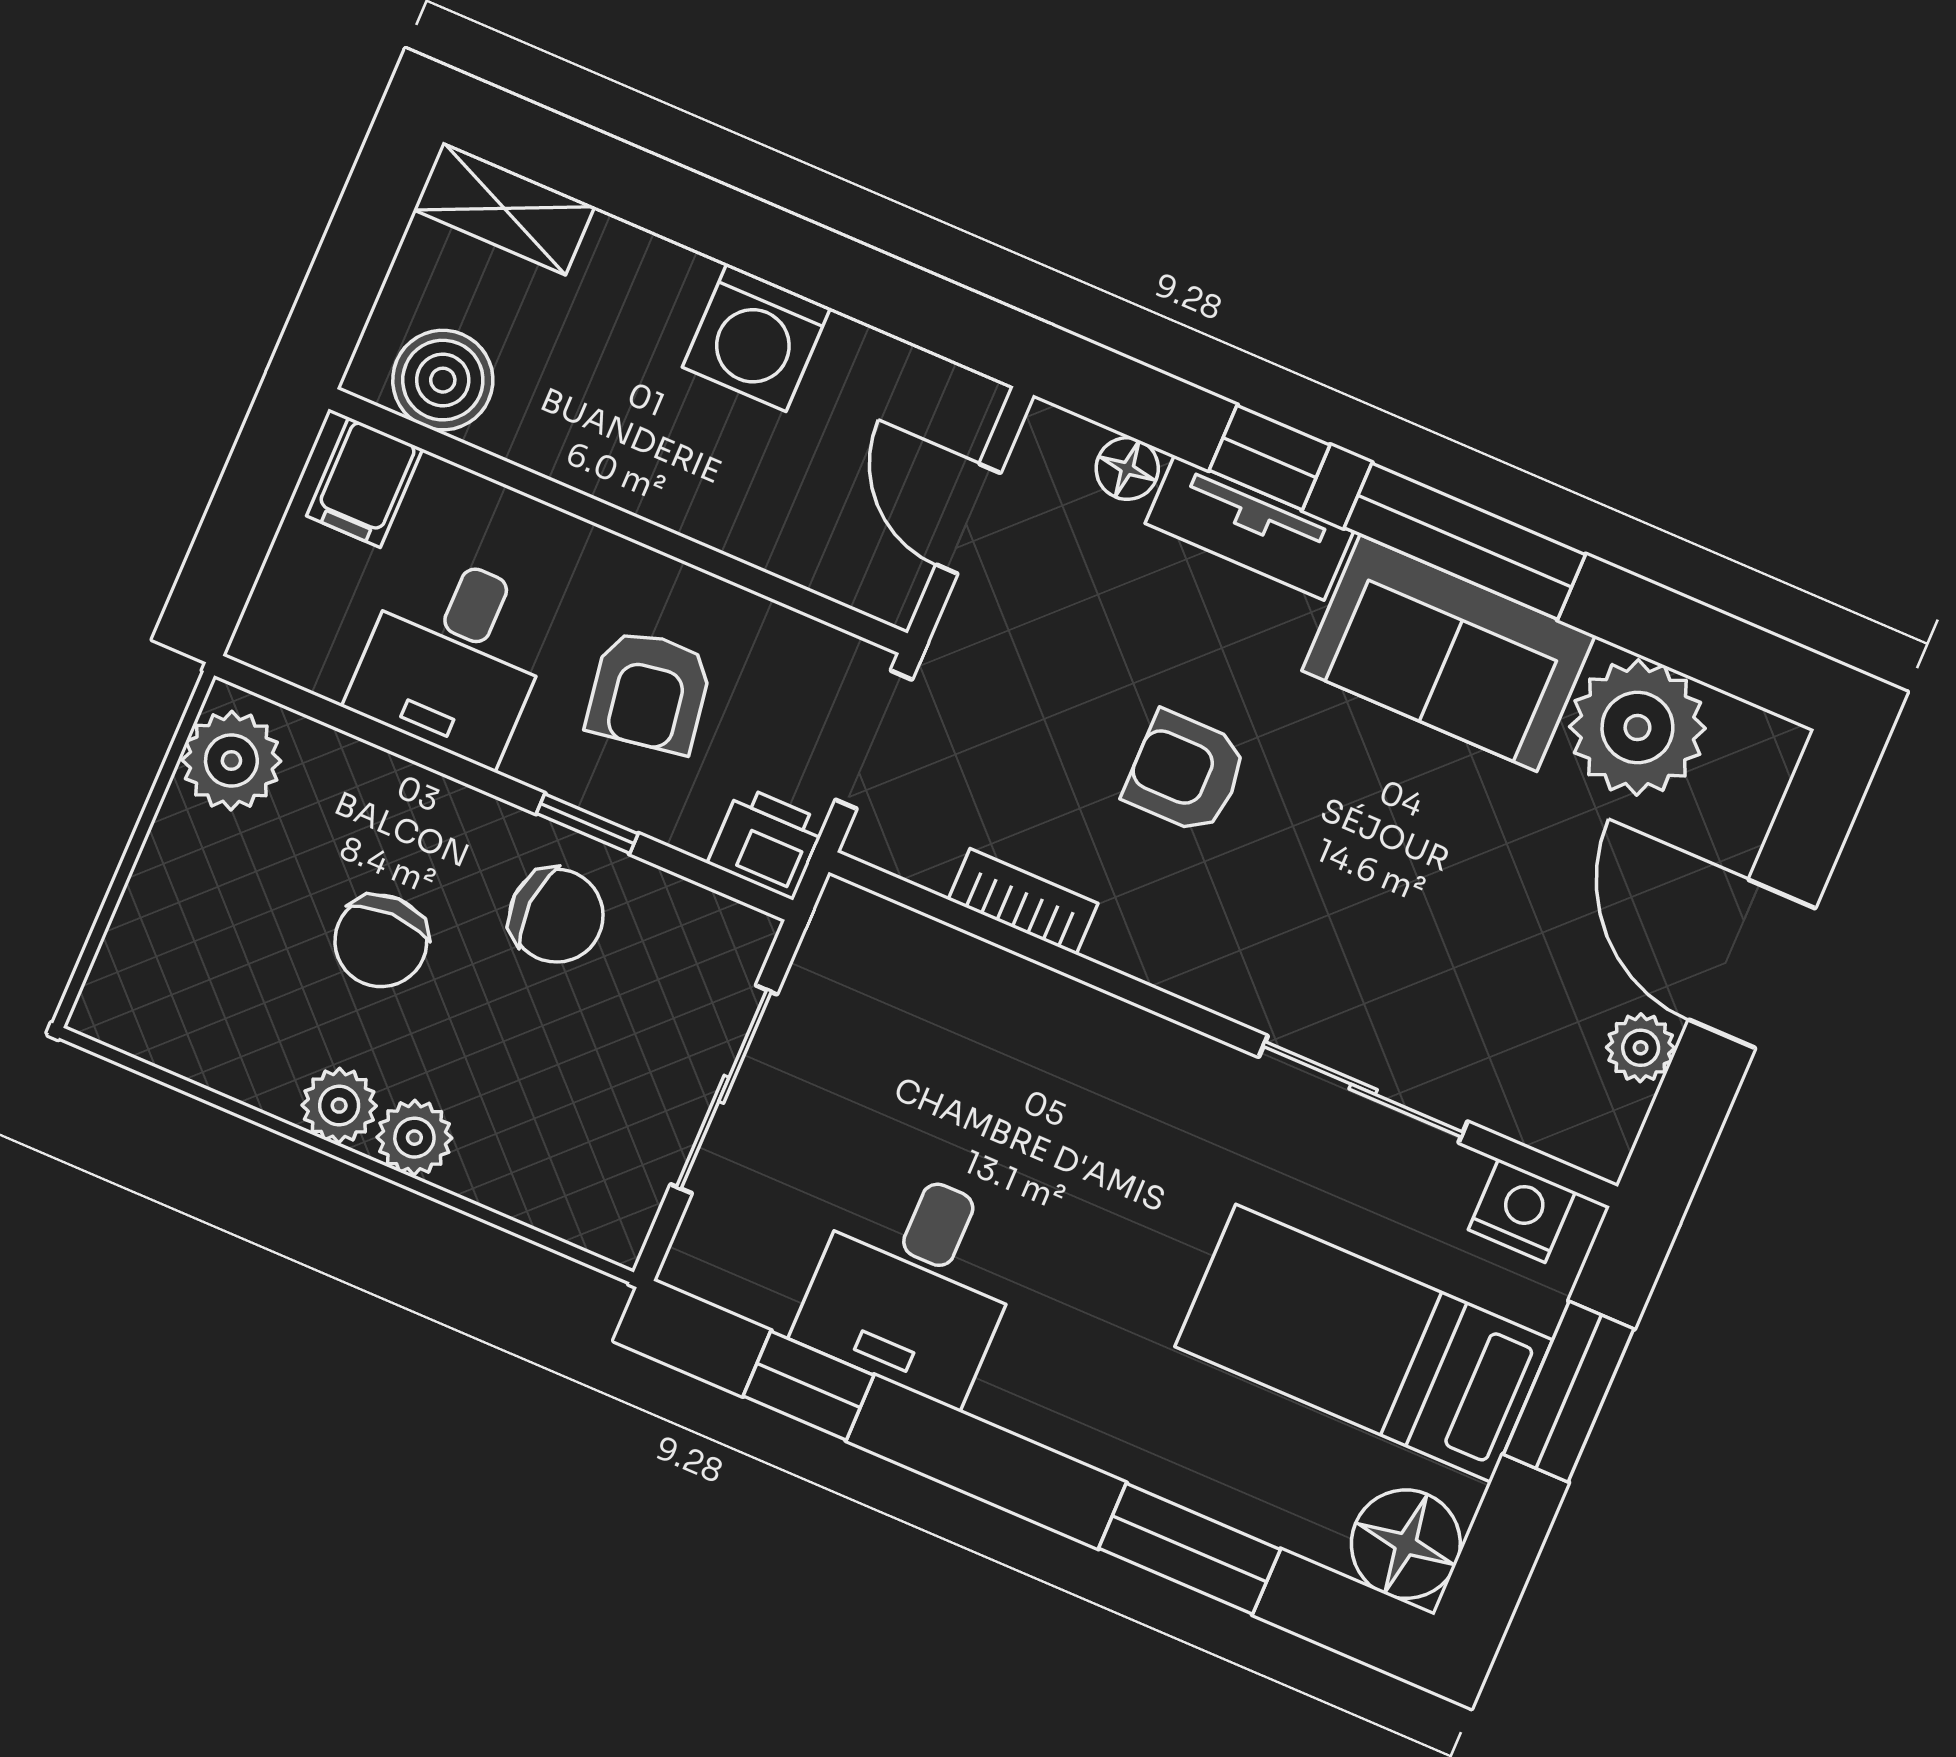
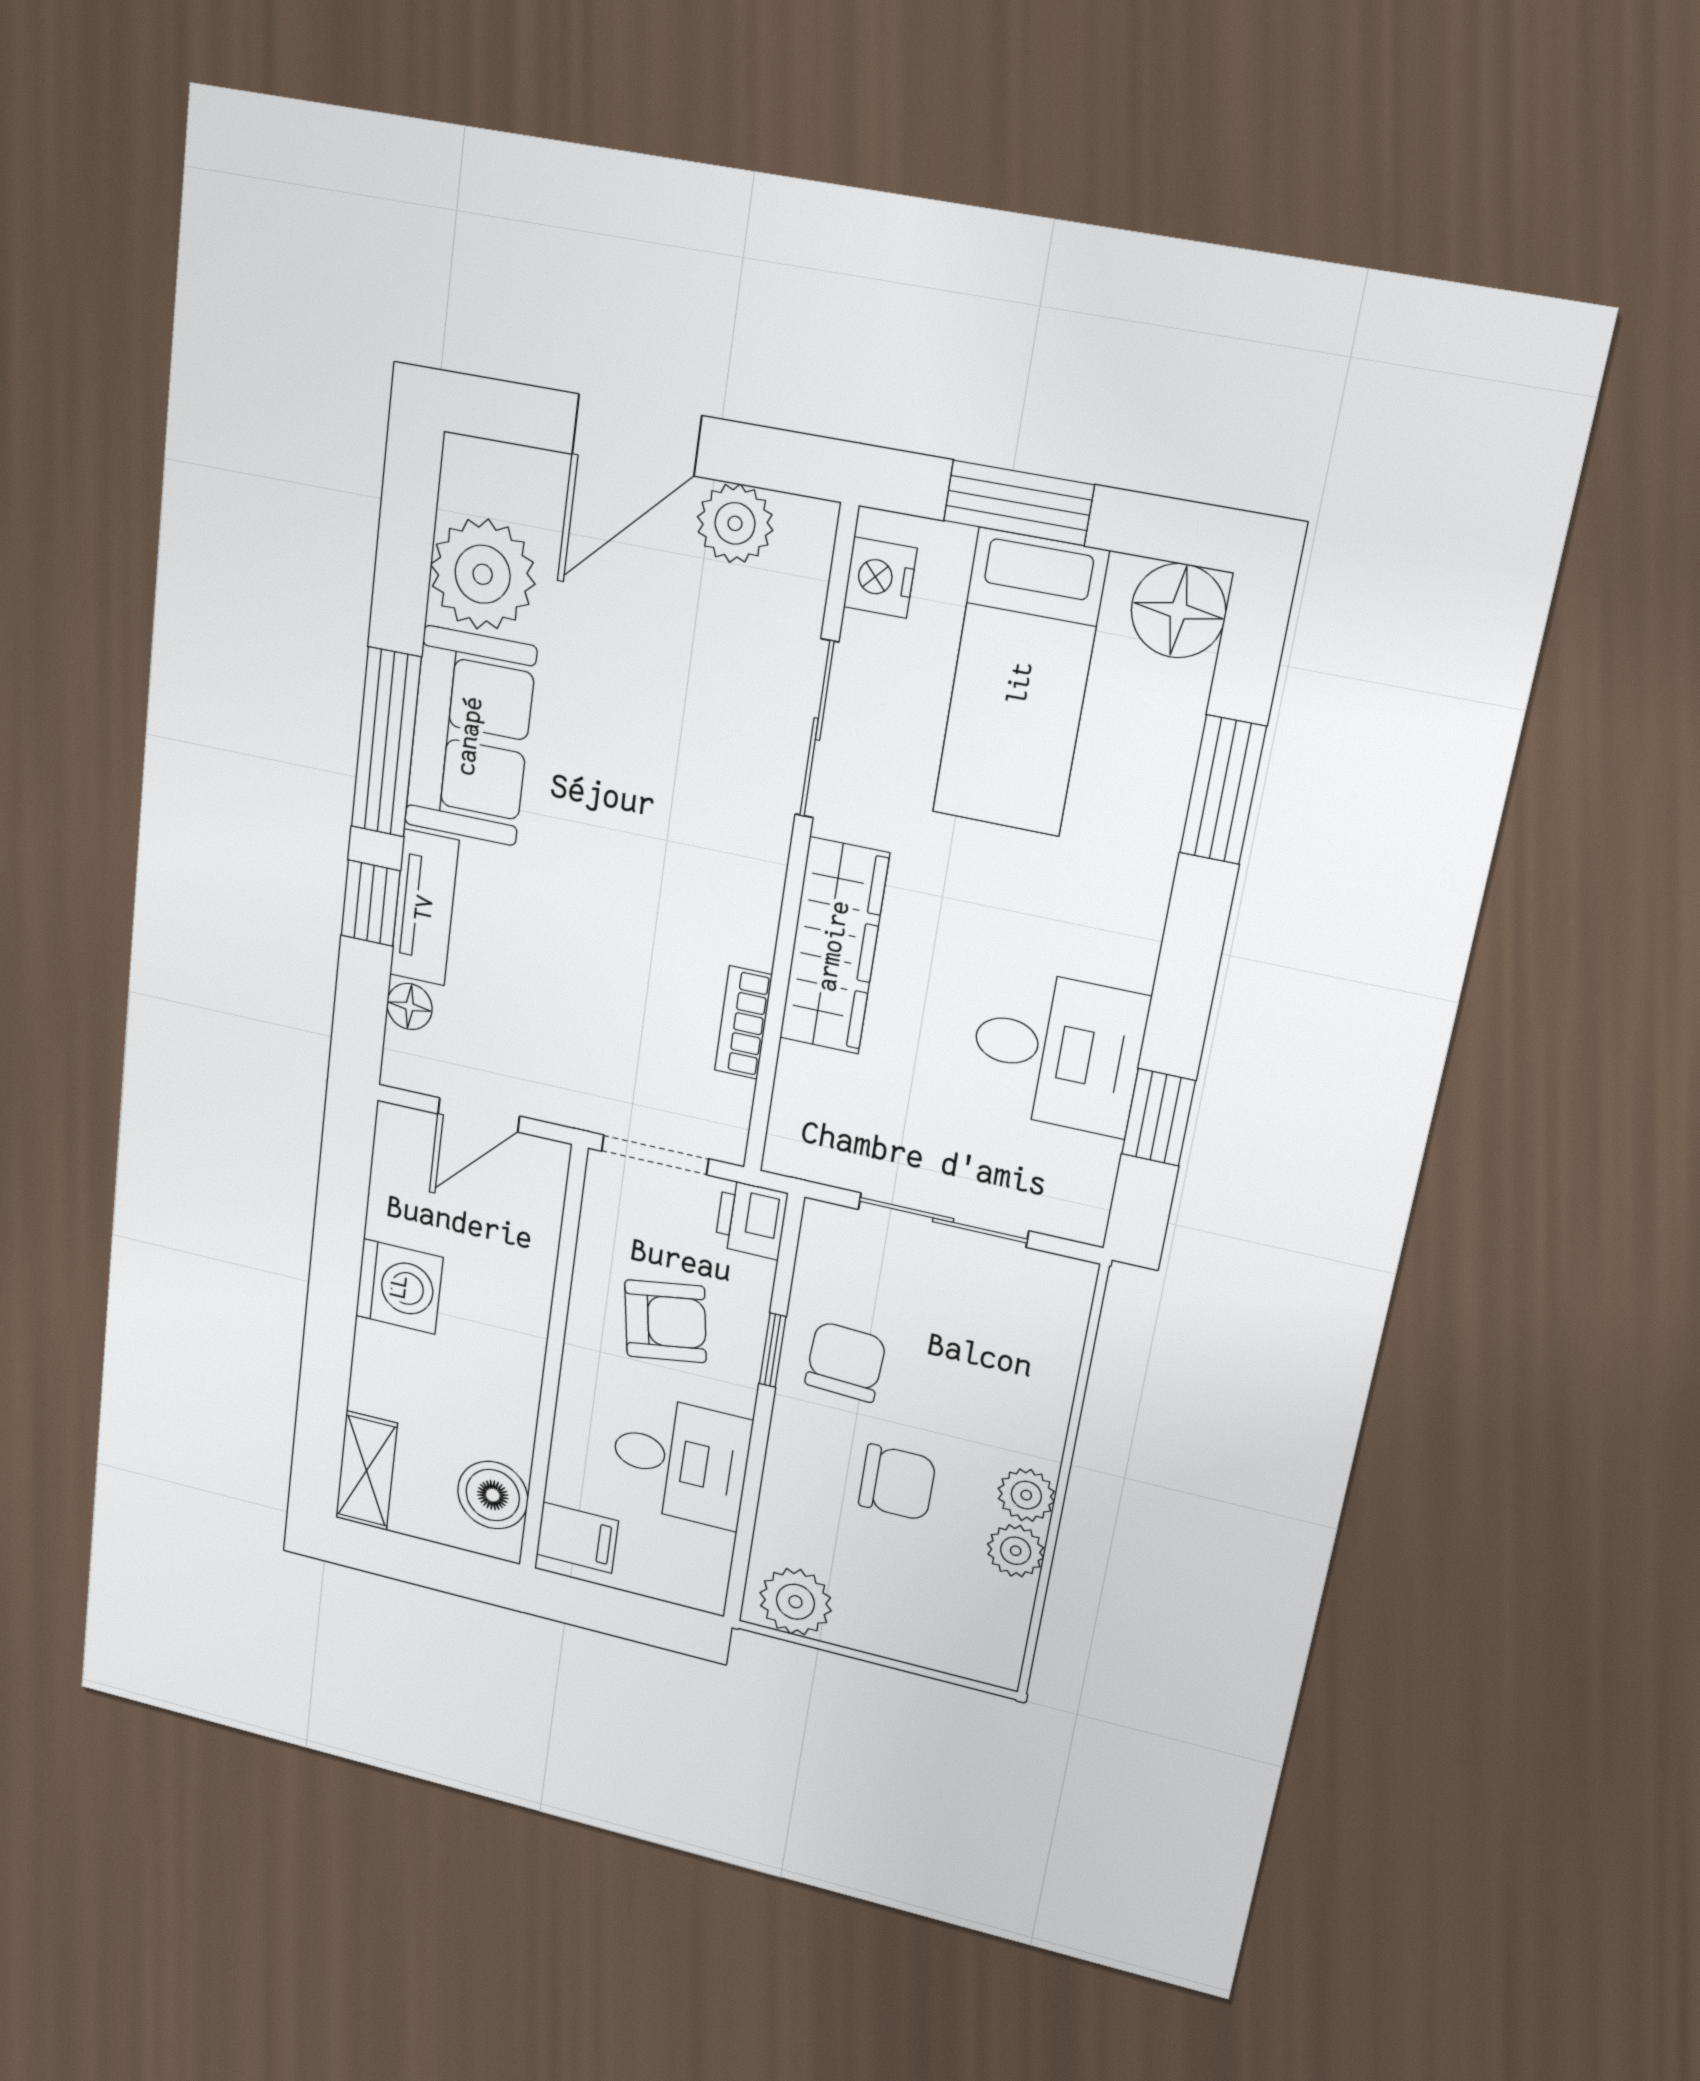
armchair: (1186, 773) -> (614, 919), removed
wardrobe: (1096, 1042) -> (834, 946), added
plant: (1641, 1048) -> (735, 523), width x1.38, depth x1.38
plant: (414, 1138) -> (1016, 1551), moved

